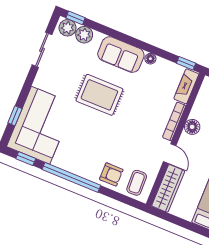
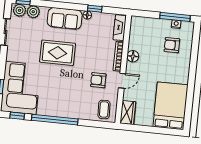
window: (186, 63) -> (95, 9), moved
door: (170, 154) -> (122, 81), hinge flipped
armchair: (111, 174) -> (98, 80), moved, turned 180
wardrobe: (168, 188) -> (128, 113), width x0.67

